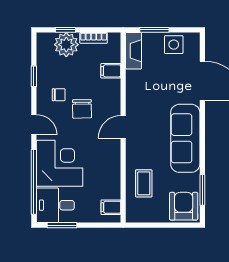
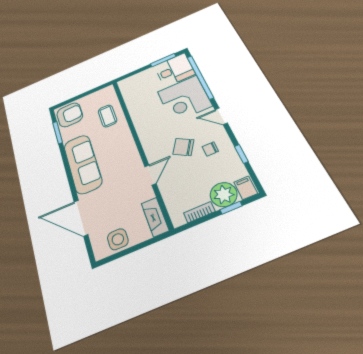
window: (154, 30) -> (142, 245), removed
filing cabinet: (111, 71) -> (246, 188), moved, turned -90
chair: (82, 109) -> (183, 147), turned -58
door: (123, 127) -> (150, 175), moved
armchair: (184, 206) -> (70, 115), turned -91
filing cabinet: (111, 207) -> (129, 89), removed

